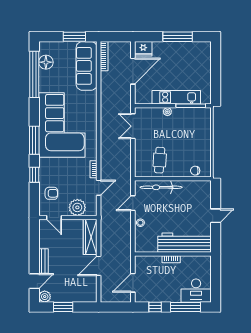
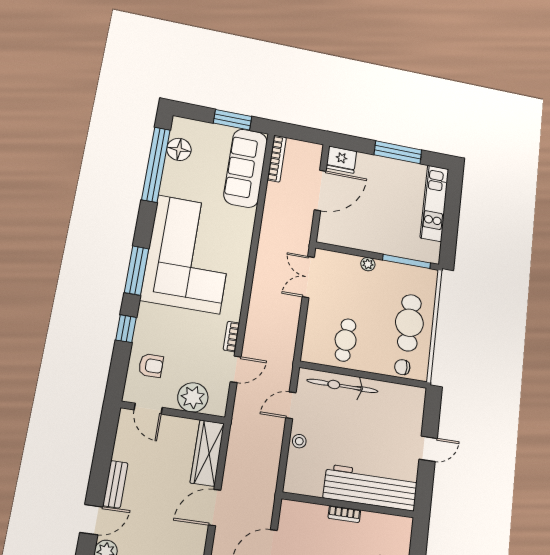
kitchen unit: (176, 97) -> (435, 203), moved, turned -90
cafe table: (197, 143) -> (409, 323), added

